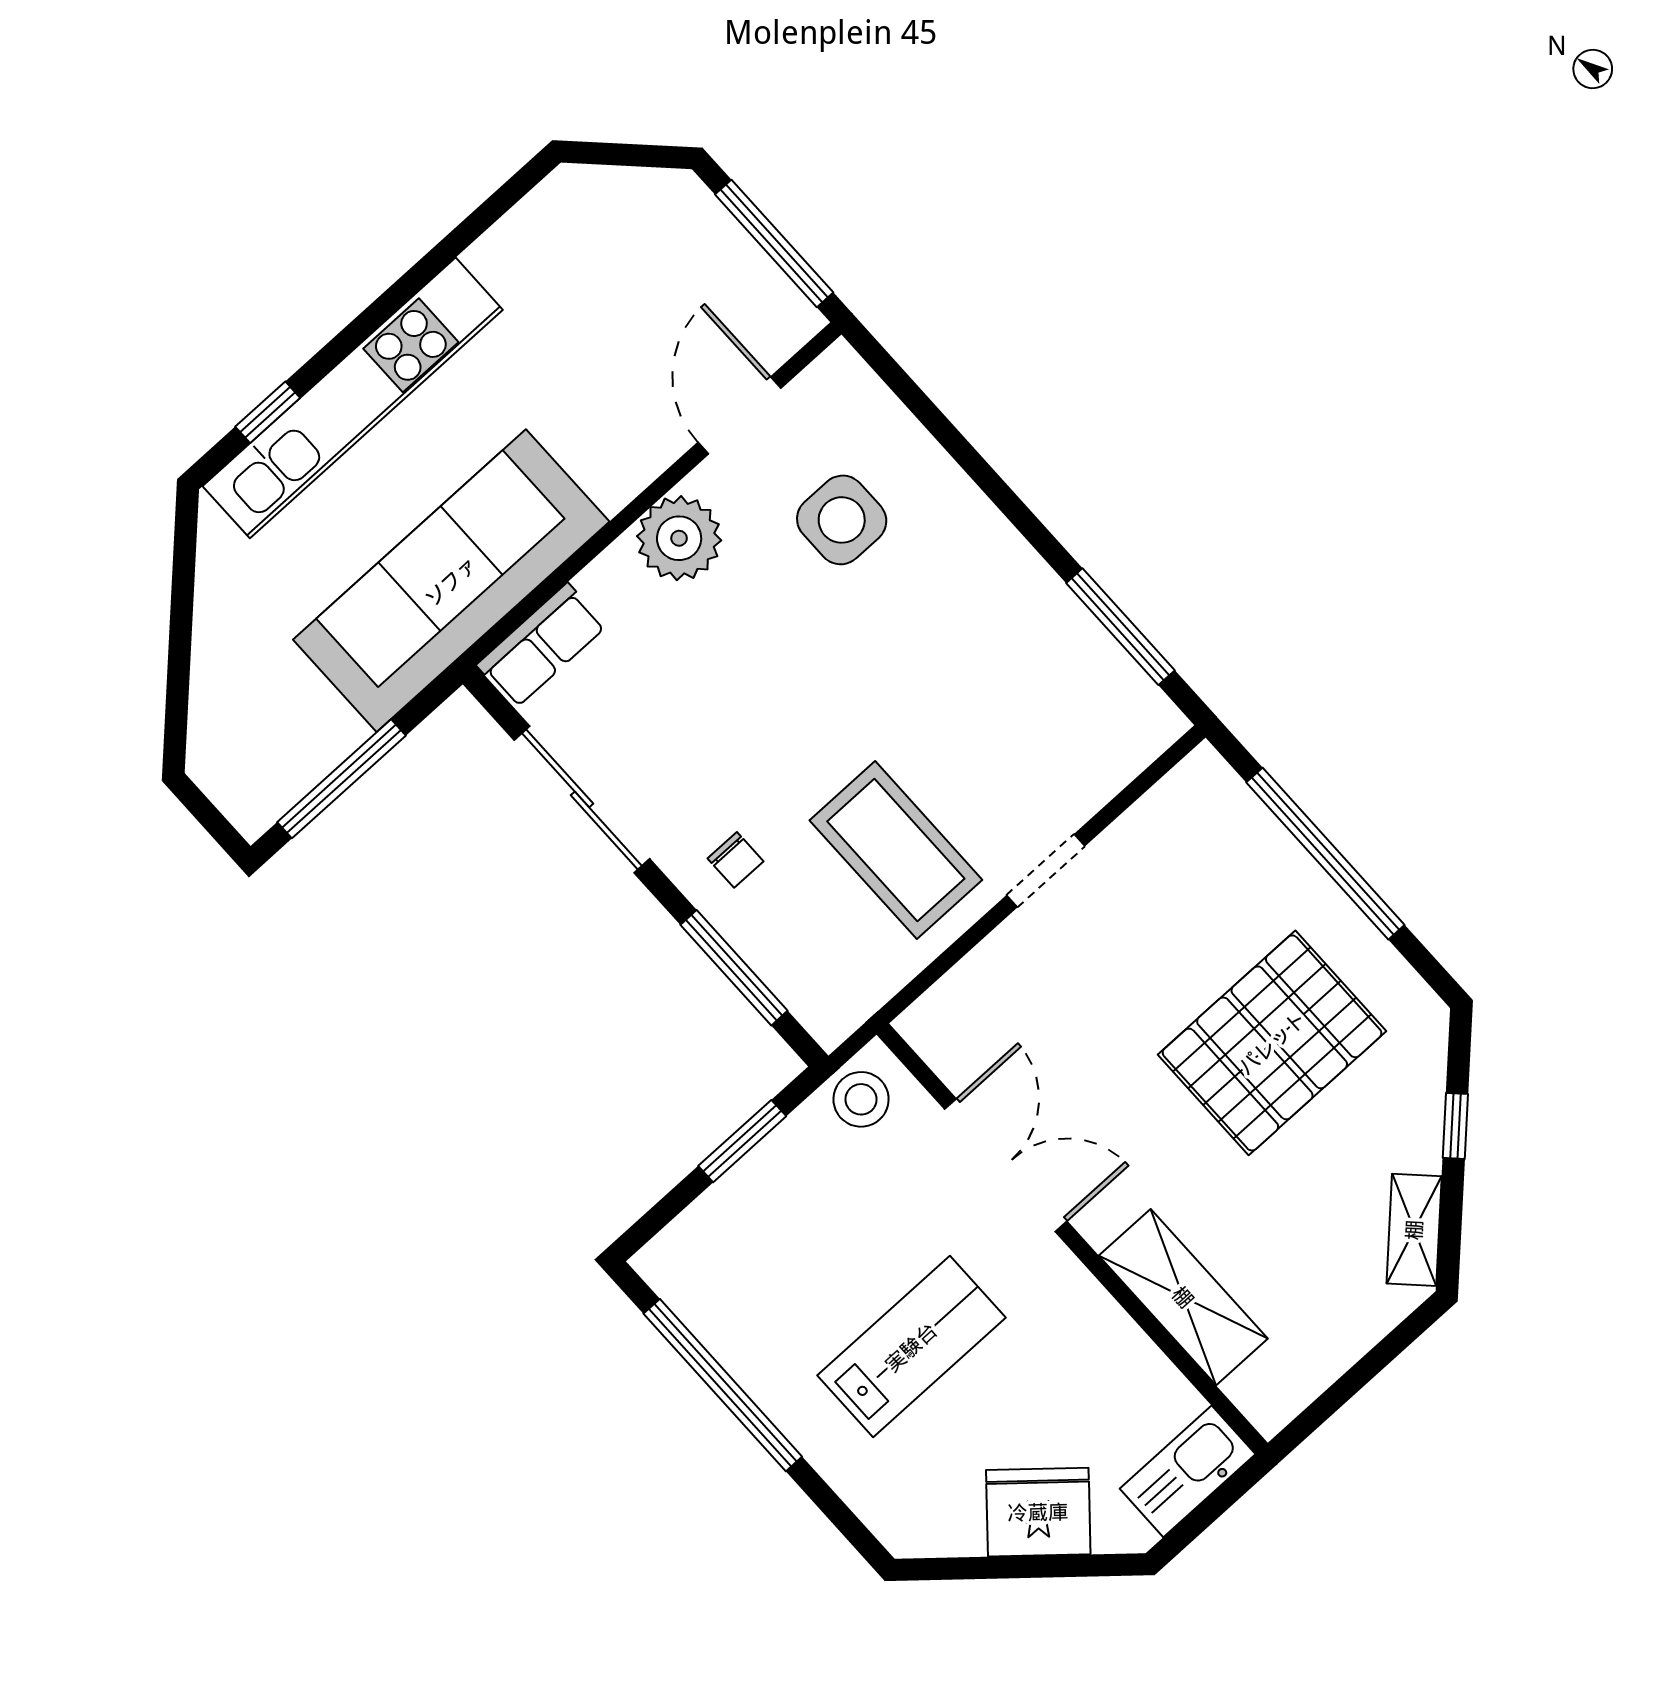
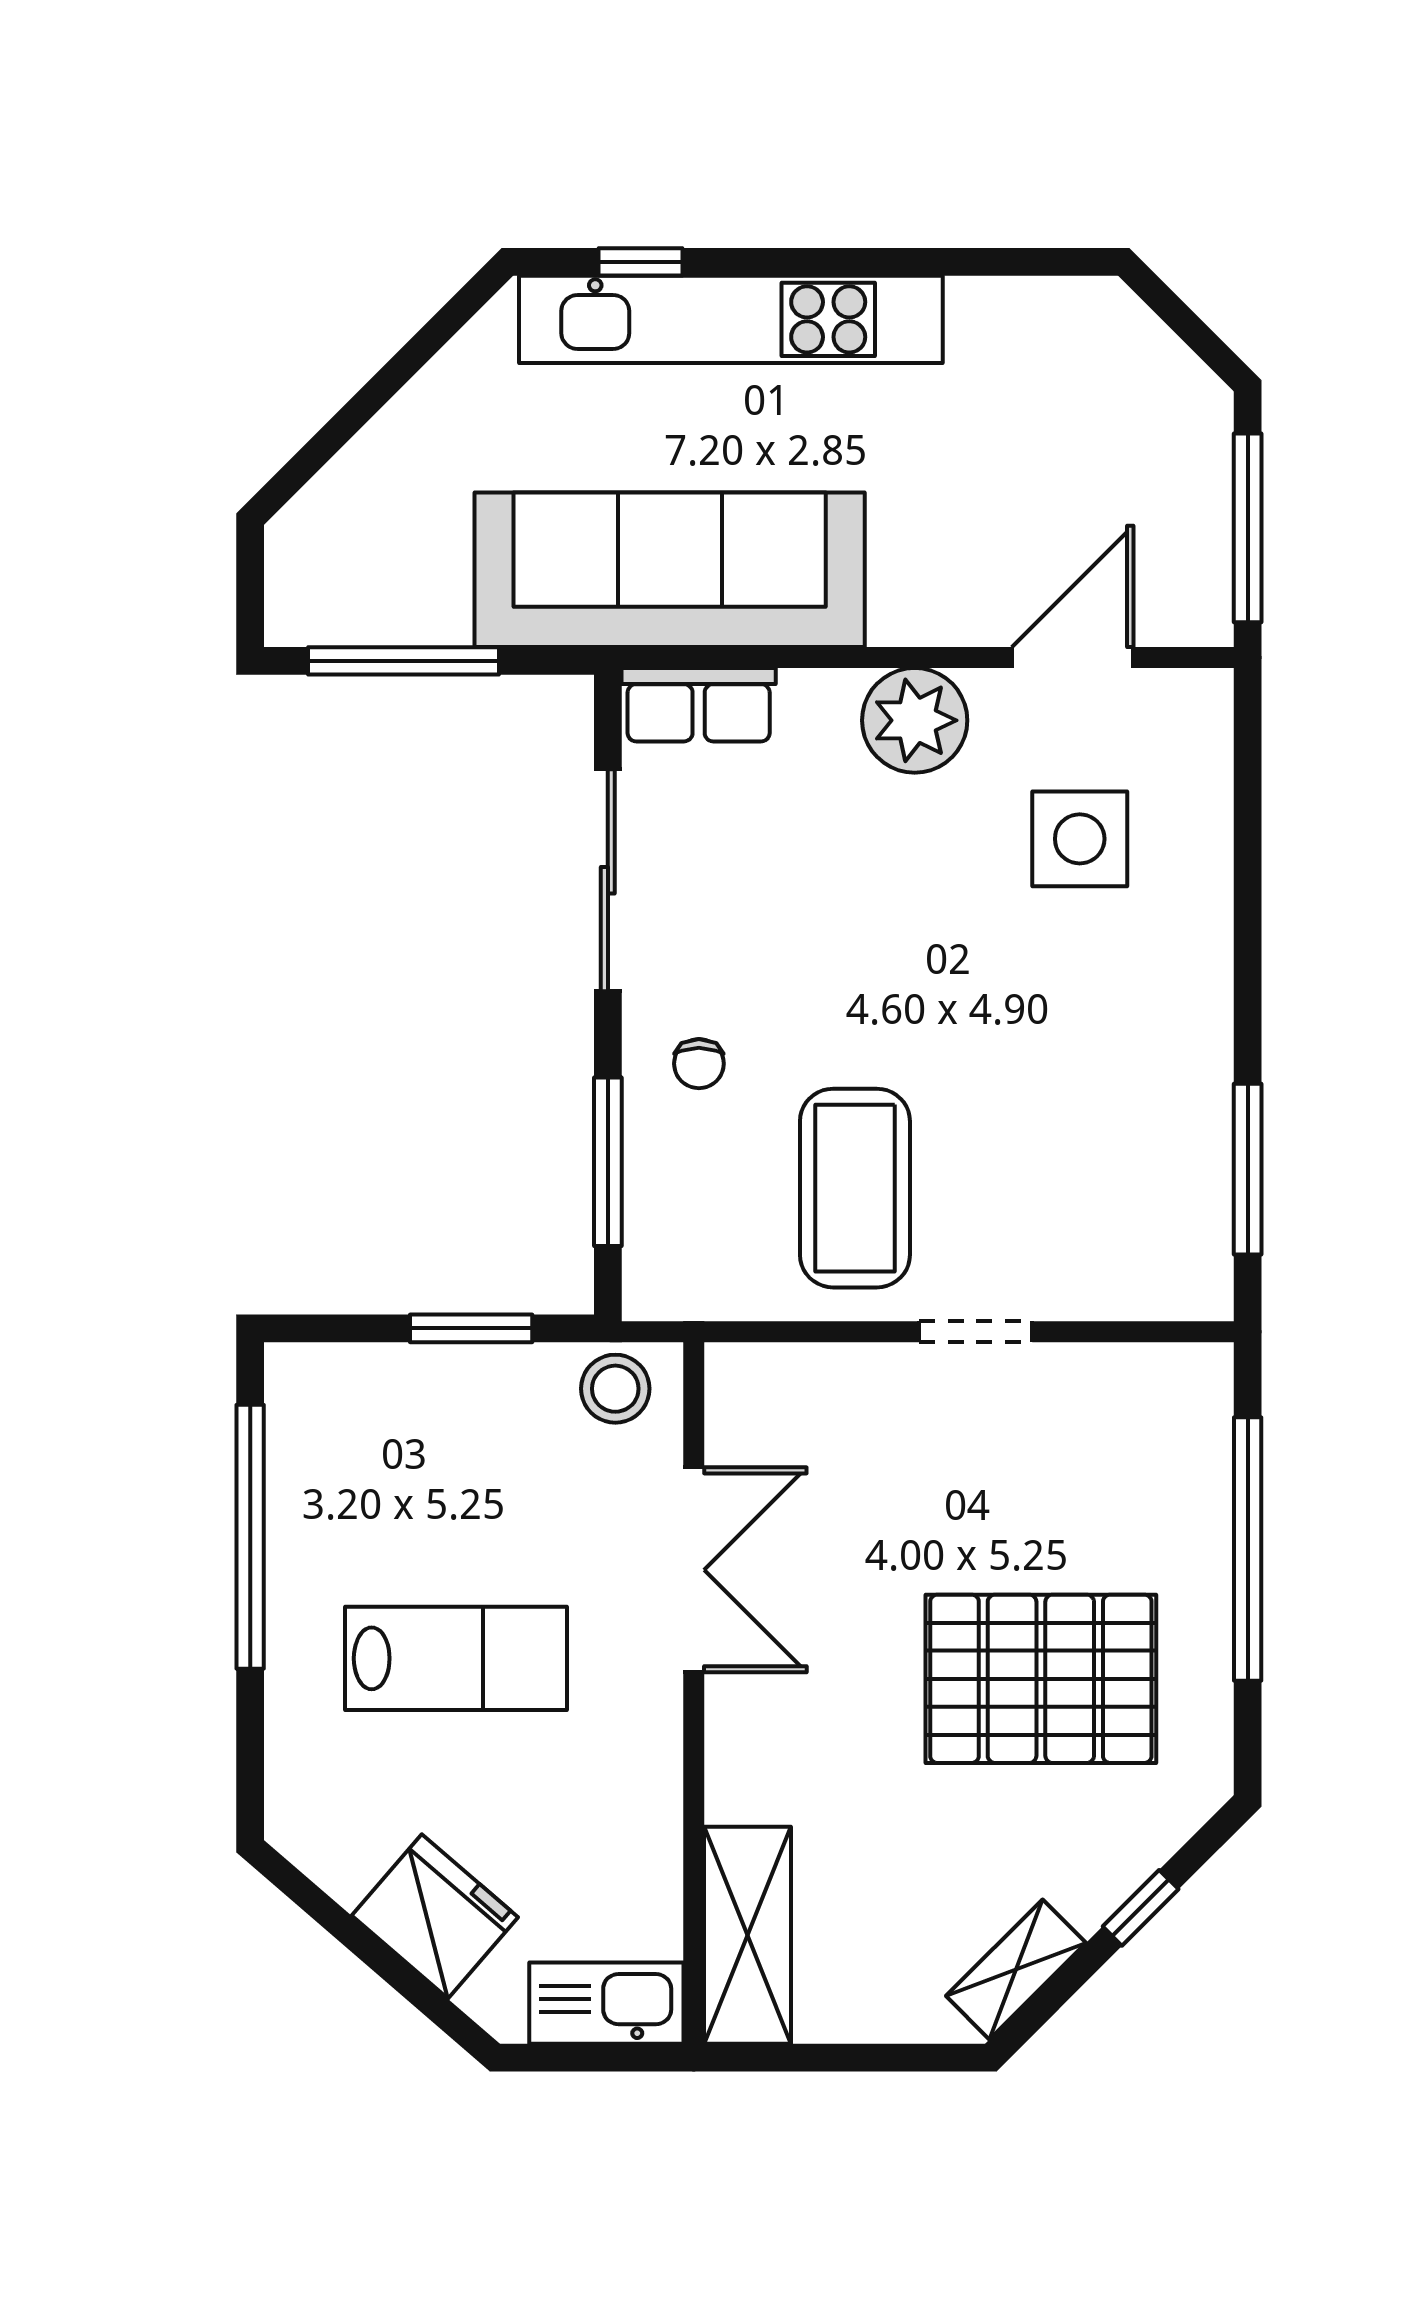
shelving: (1183, 1297) -> (748, 1935), moved

